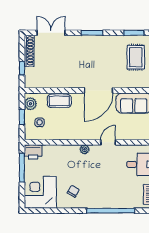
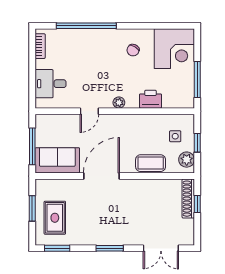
shoe rack: (29, 51) -> (188, 199), moved
printer: (33, 152) -> (151, 99), moved

